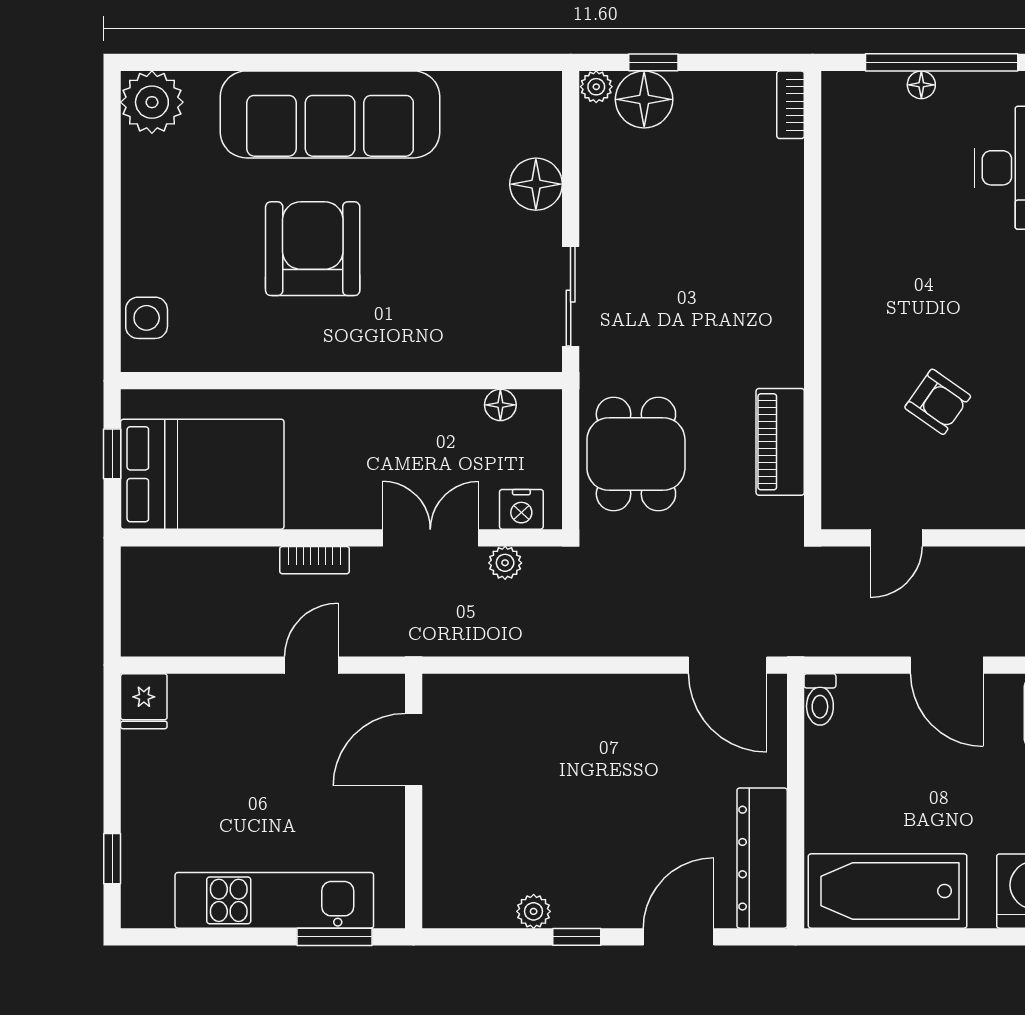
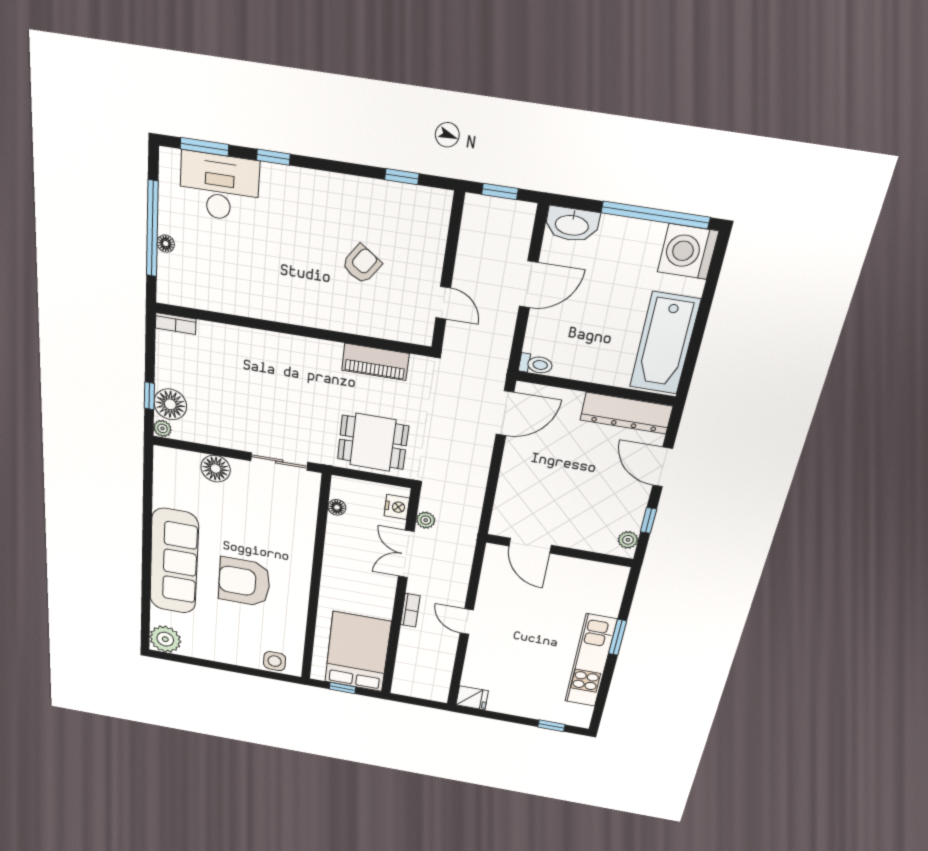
door: (414, 750) -> (530, 546), moved
wall: (414, 801) -> (559, 551), moved

